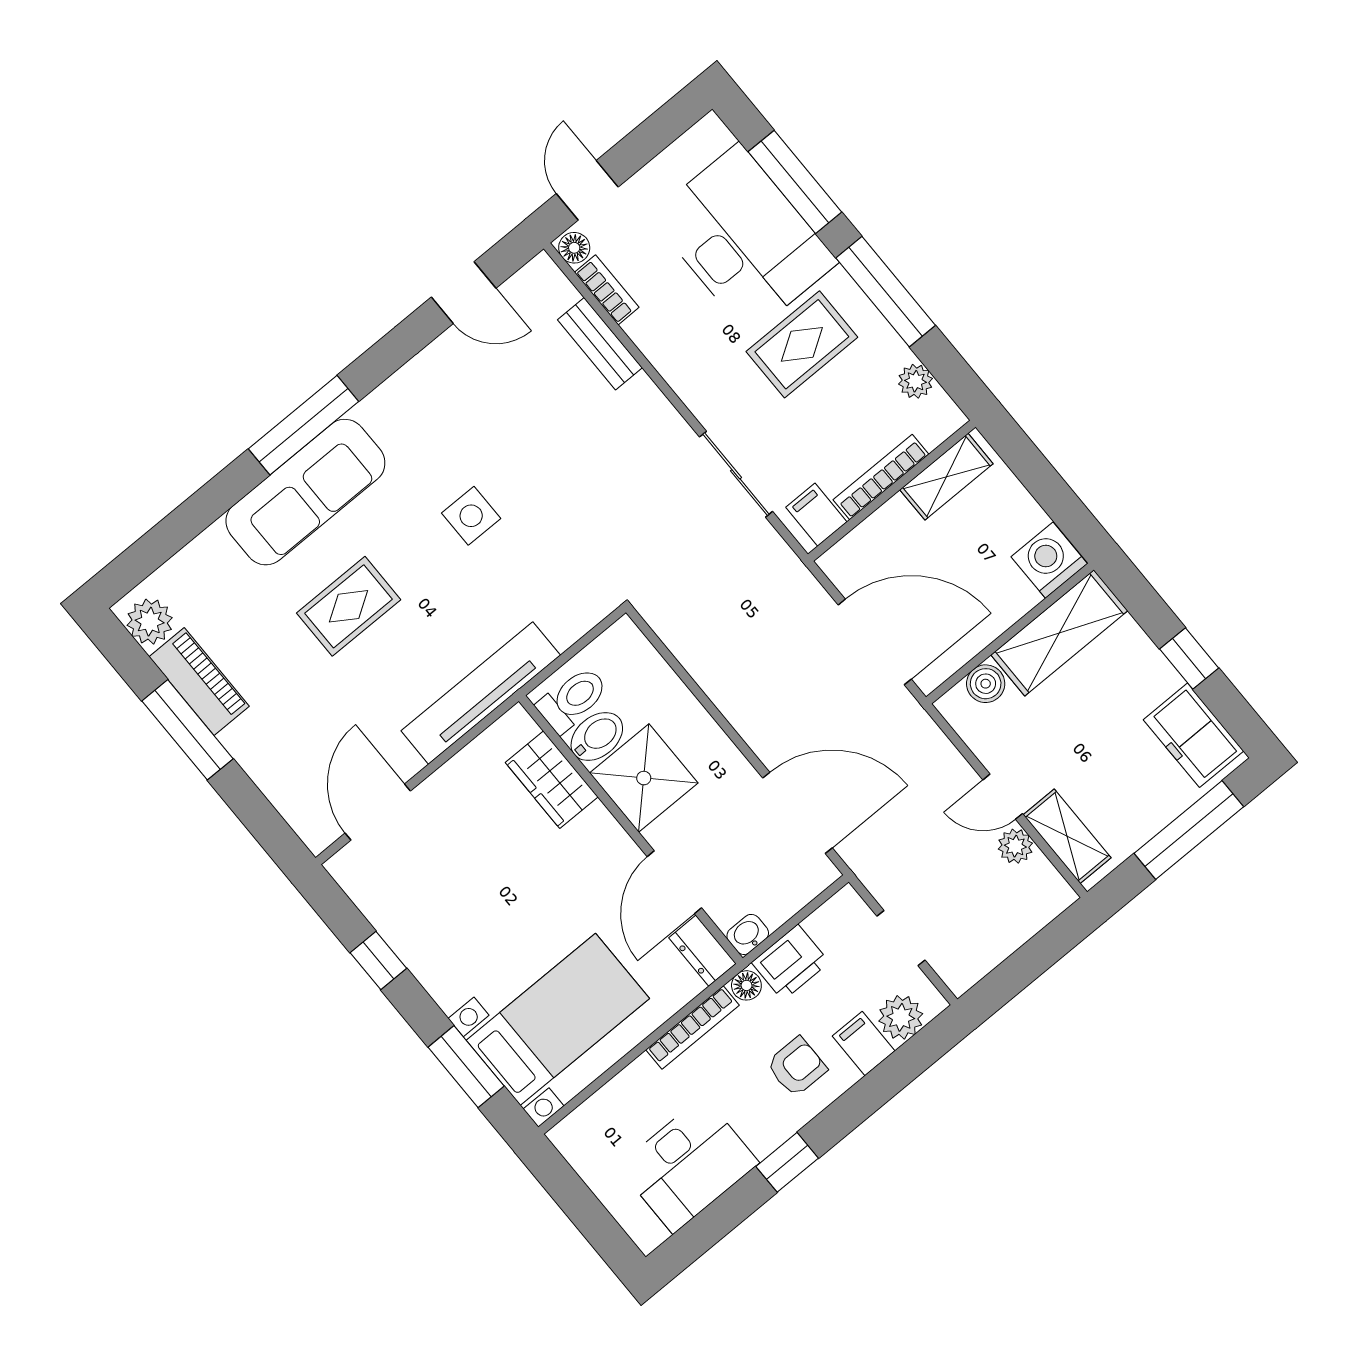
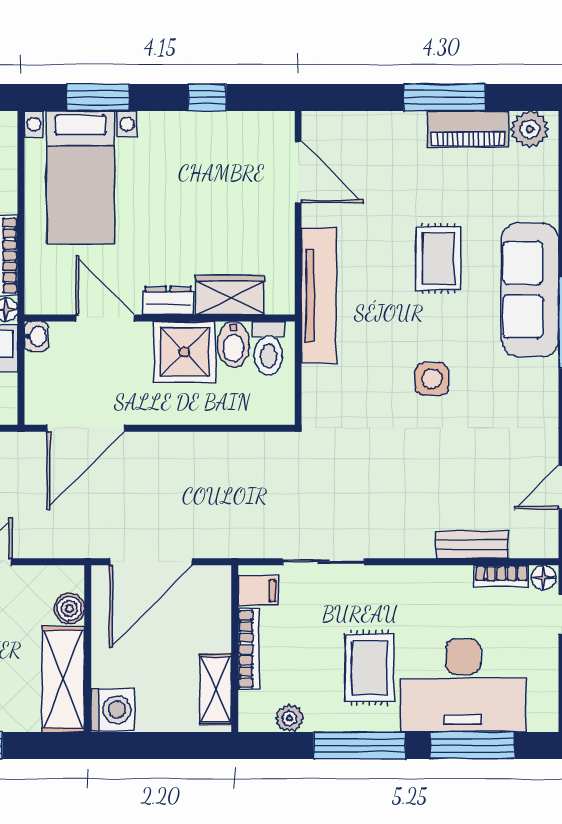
dresser: (702, 951) -> (168, 301), moved

